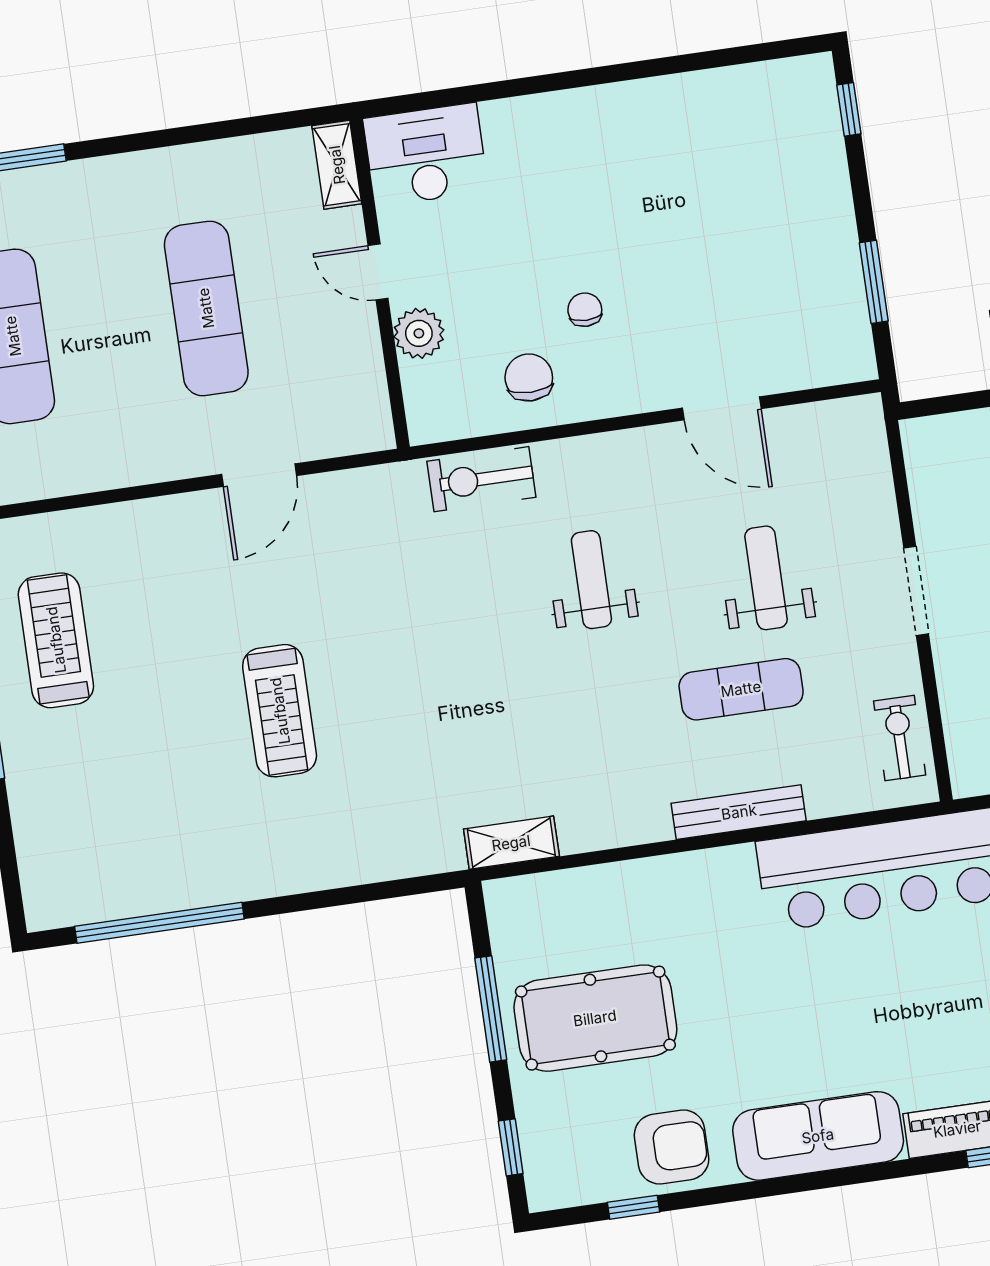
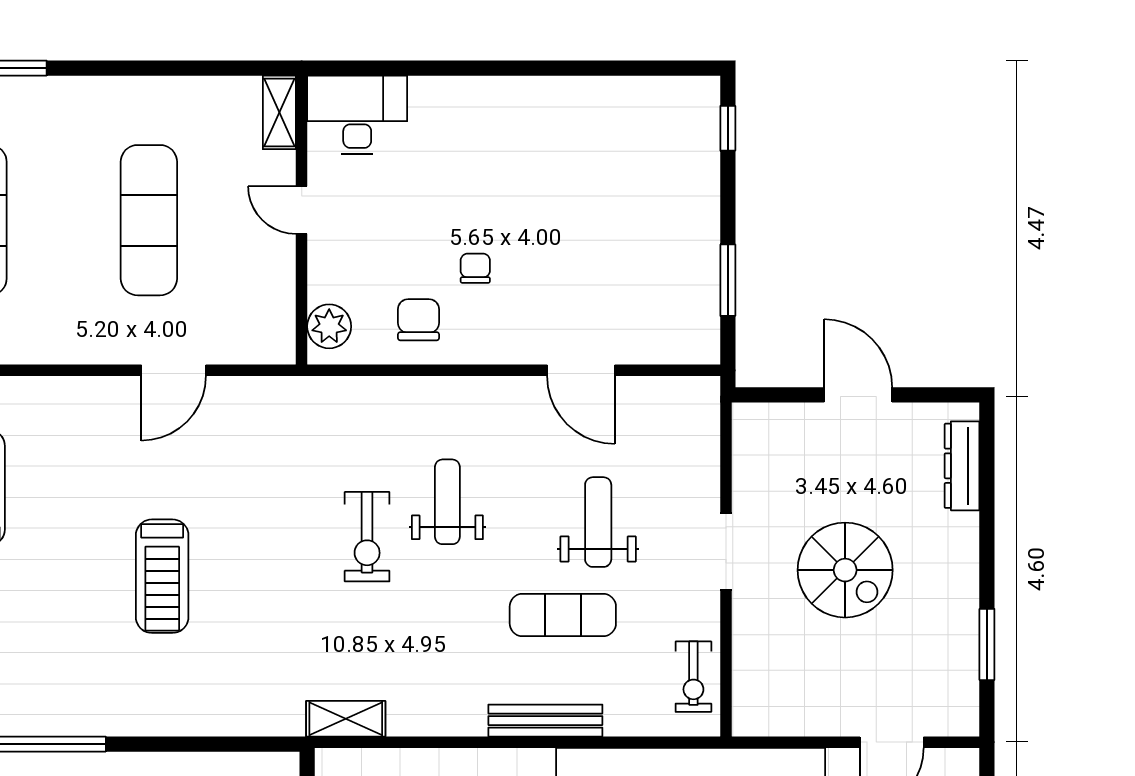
plant: (419, 333) -> (329, 326), moved
exercise bike: (481, 479) -> (367, 537), moved, turned -90
exercise bike: (900, 738) -> (693, 677), turned 180

